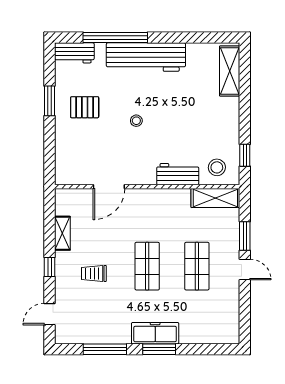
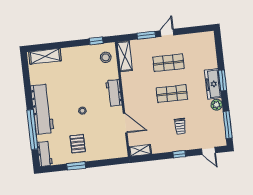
workbench: (178, 174) -> (114, 93), moved
shelving: (62, 233) -> (140, 151), moved
plant: (121, 335) -> (217, 105), added
window: (105, 349) -> (228, 125), moved

